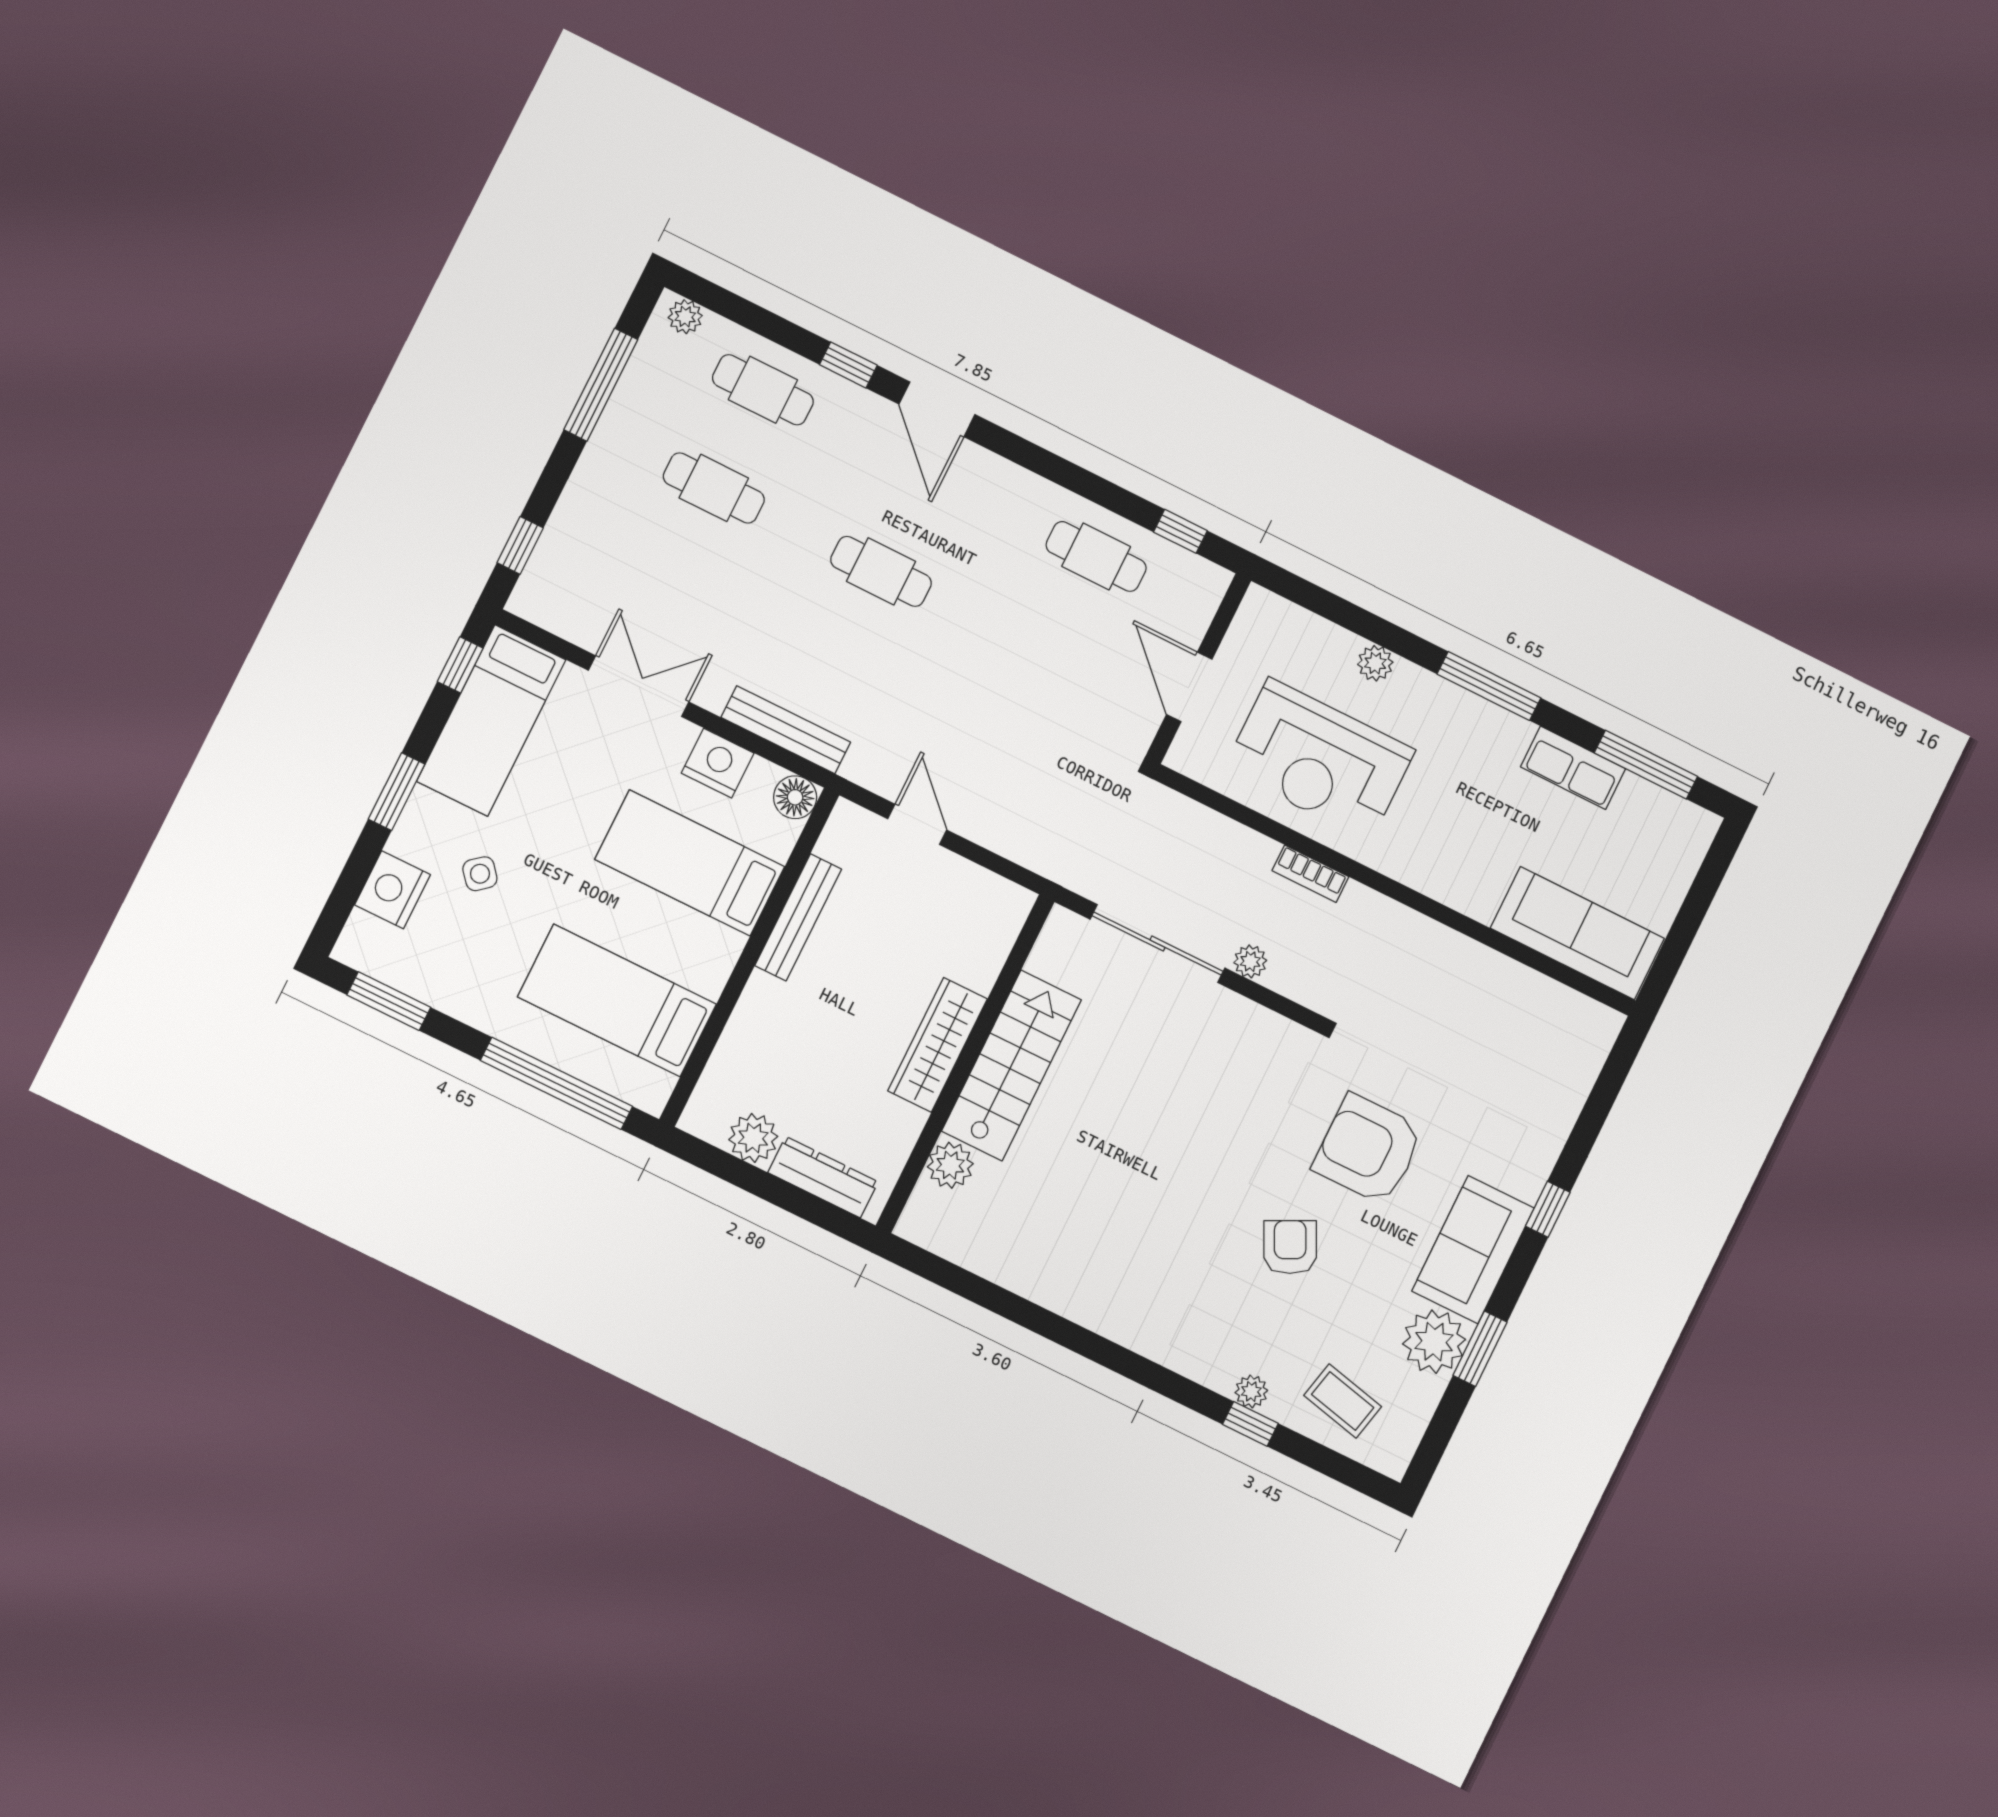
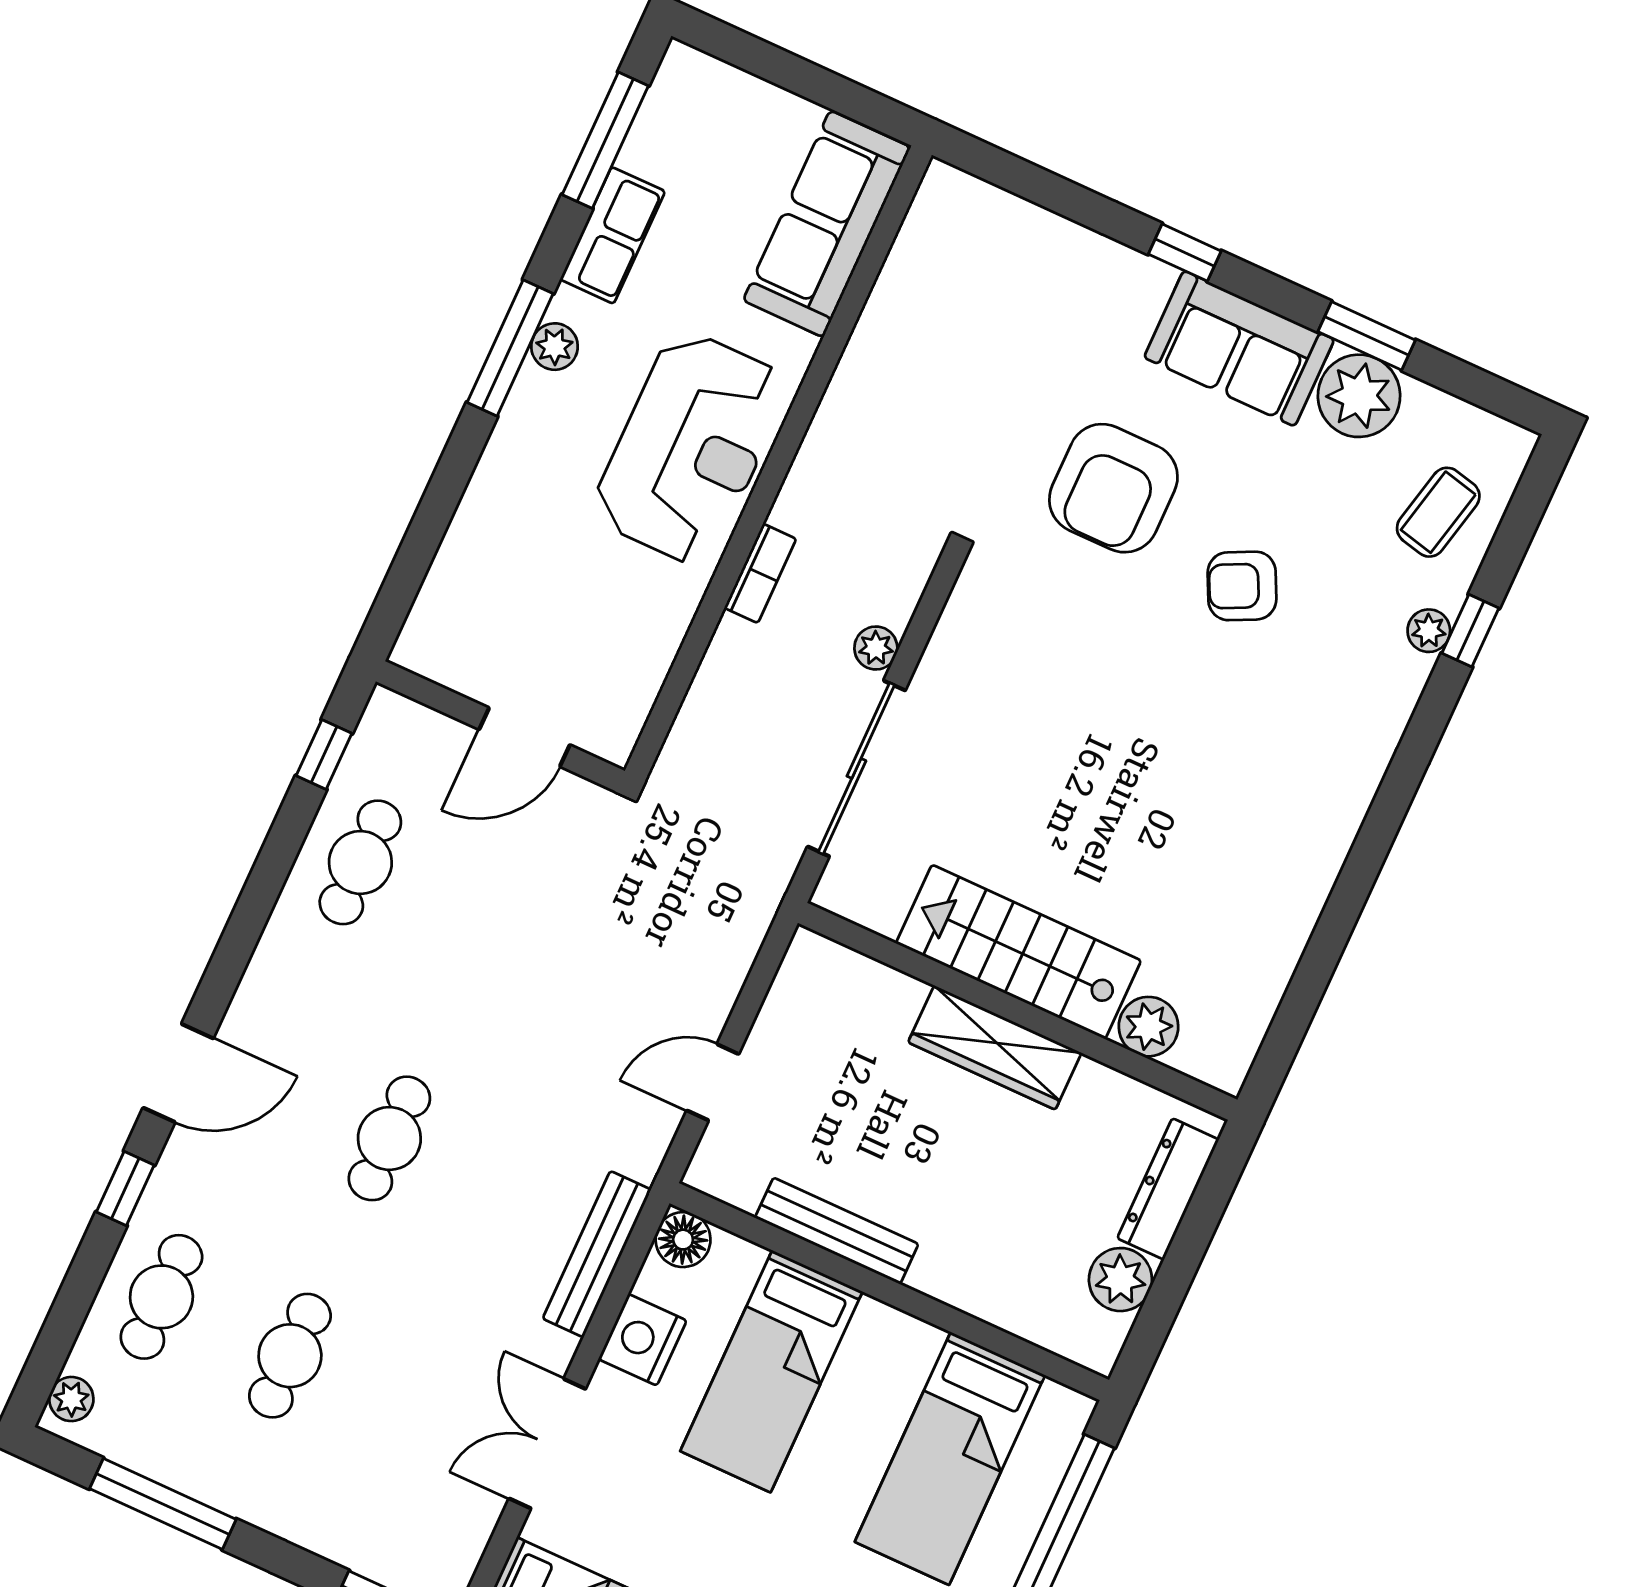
plant: (1375, 663) -> (555, 347), moved
reception desk: (1319, 760) -> (690, 448), moved

